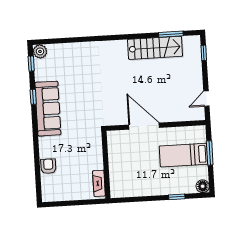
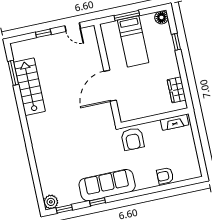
window: (204, 53) -> (43, 33), moved
armchair: (89, 140) -> (133, 139), added
wardrobe: (130, 190) -> (177, 90), added

